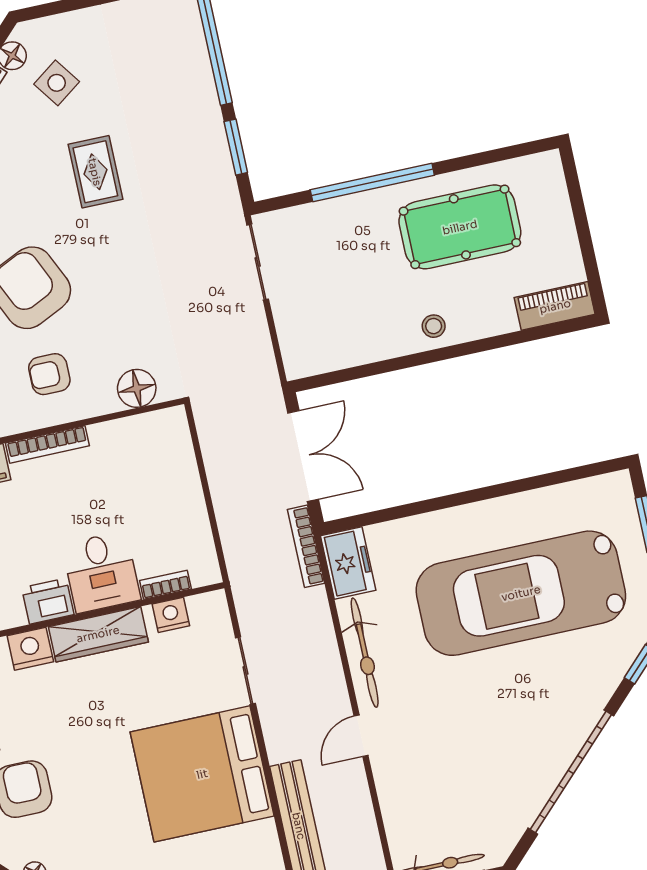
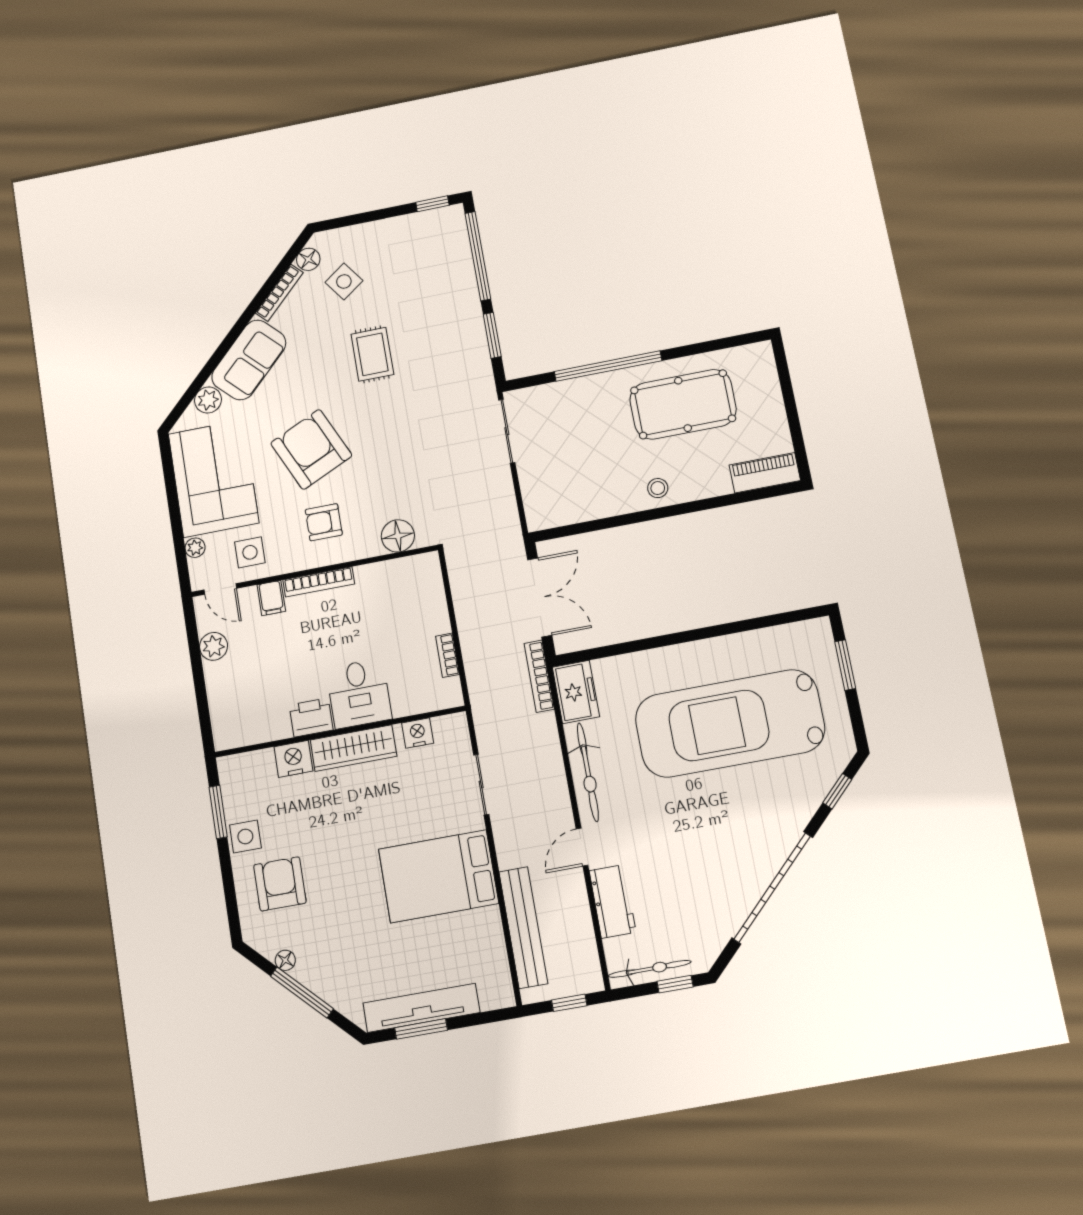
bookcase: (165, 585) -> (447, 655), moved, turned -90
bed: (202, 774) -> (438, 876), width x0.73
workbench: (397, 794) -> (613, 901), added

